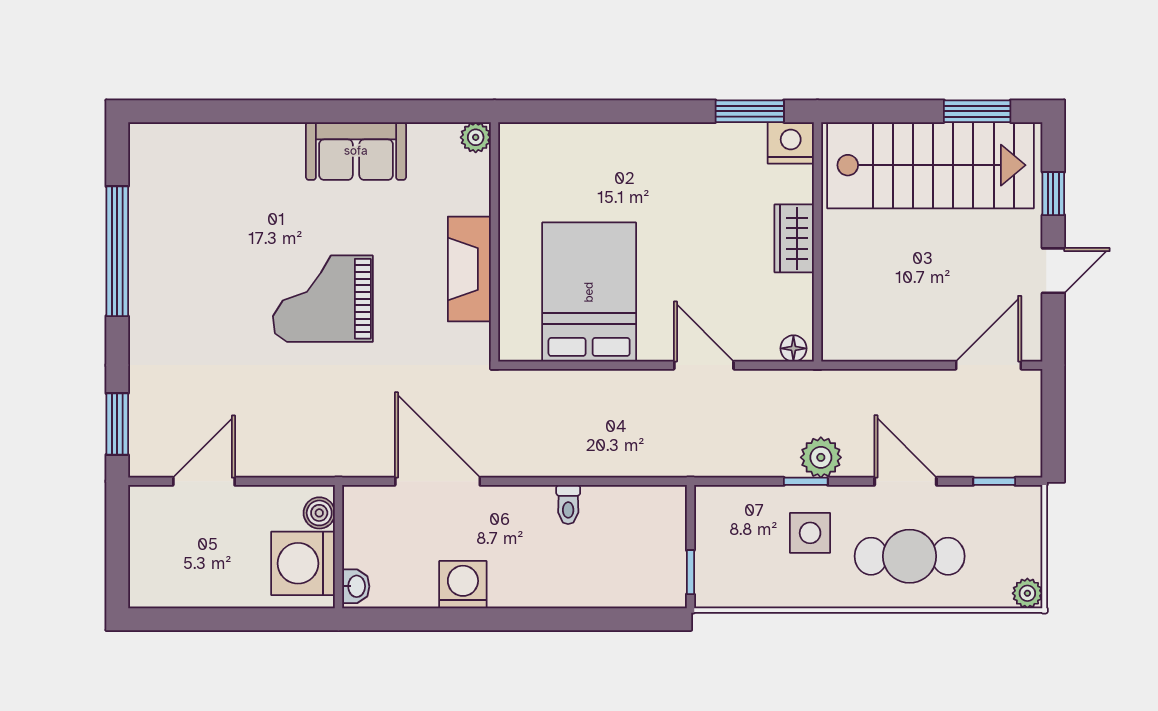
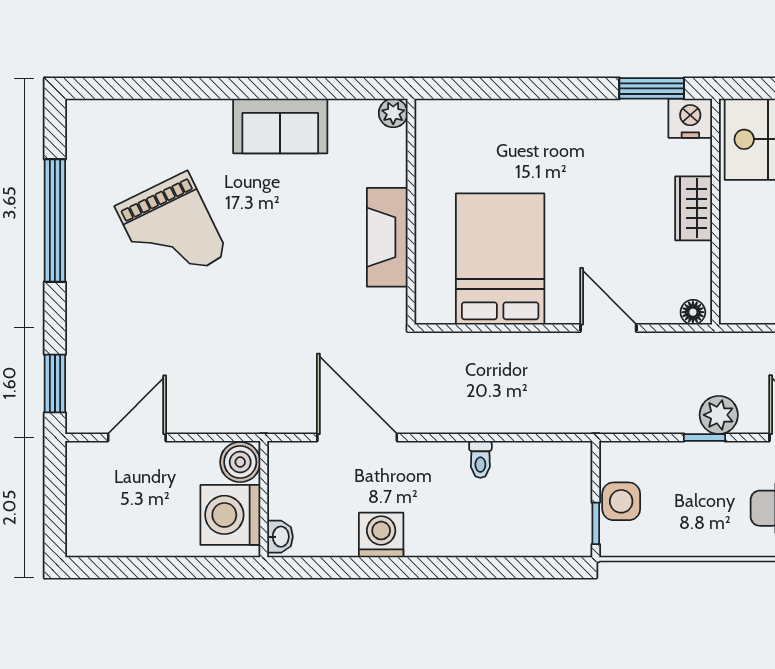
grand piano: (323, 299) -> (172, 231), moved, turned -116
boiler: (319, 513) -> (240, 462), width x1.36, depth x1.36
side table: (810, 533) -> (621, 501), moved

